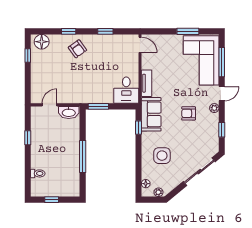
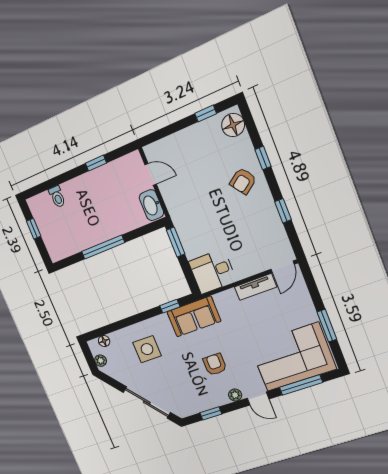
tv unit: (147, 83) -> (256, 287), moved

